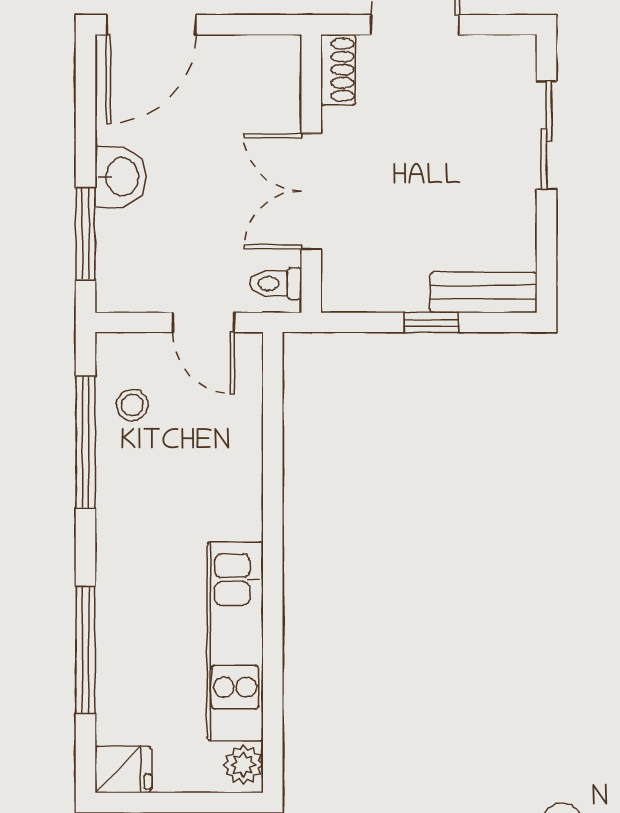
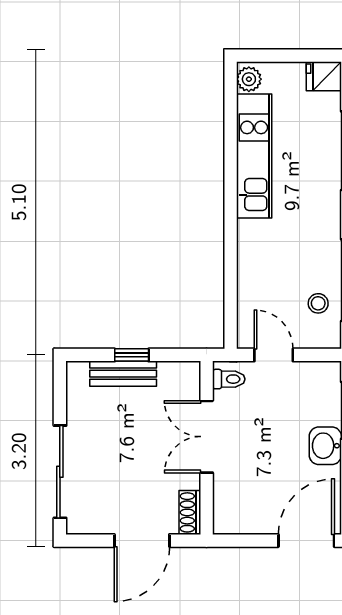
sliding door: (546, 135) -> (60, 472), width x1.37
double door: (311, 191) -> (207, 437), swing flipped
bench: (483, 292) -> (123, 374), moved

